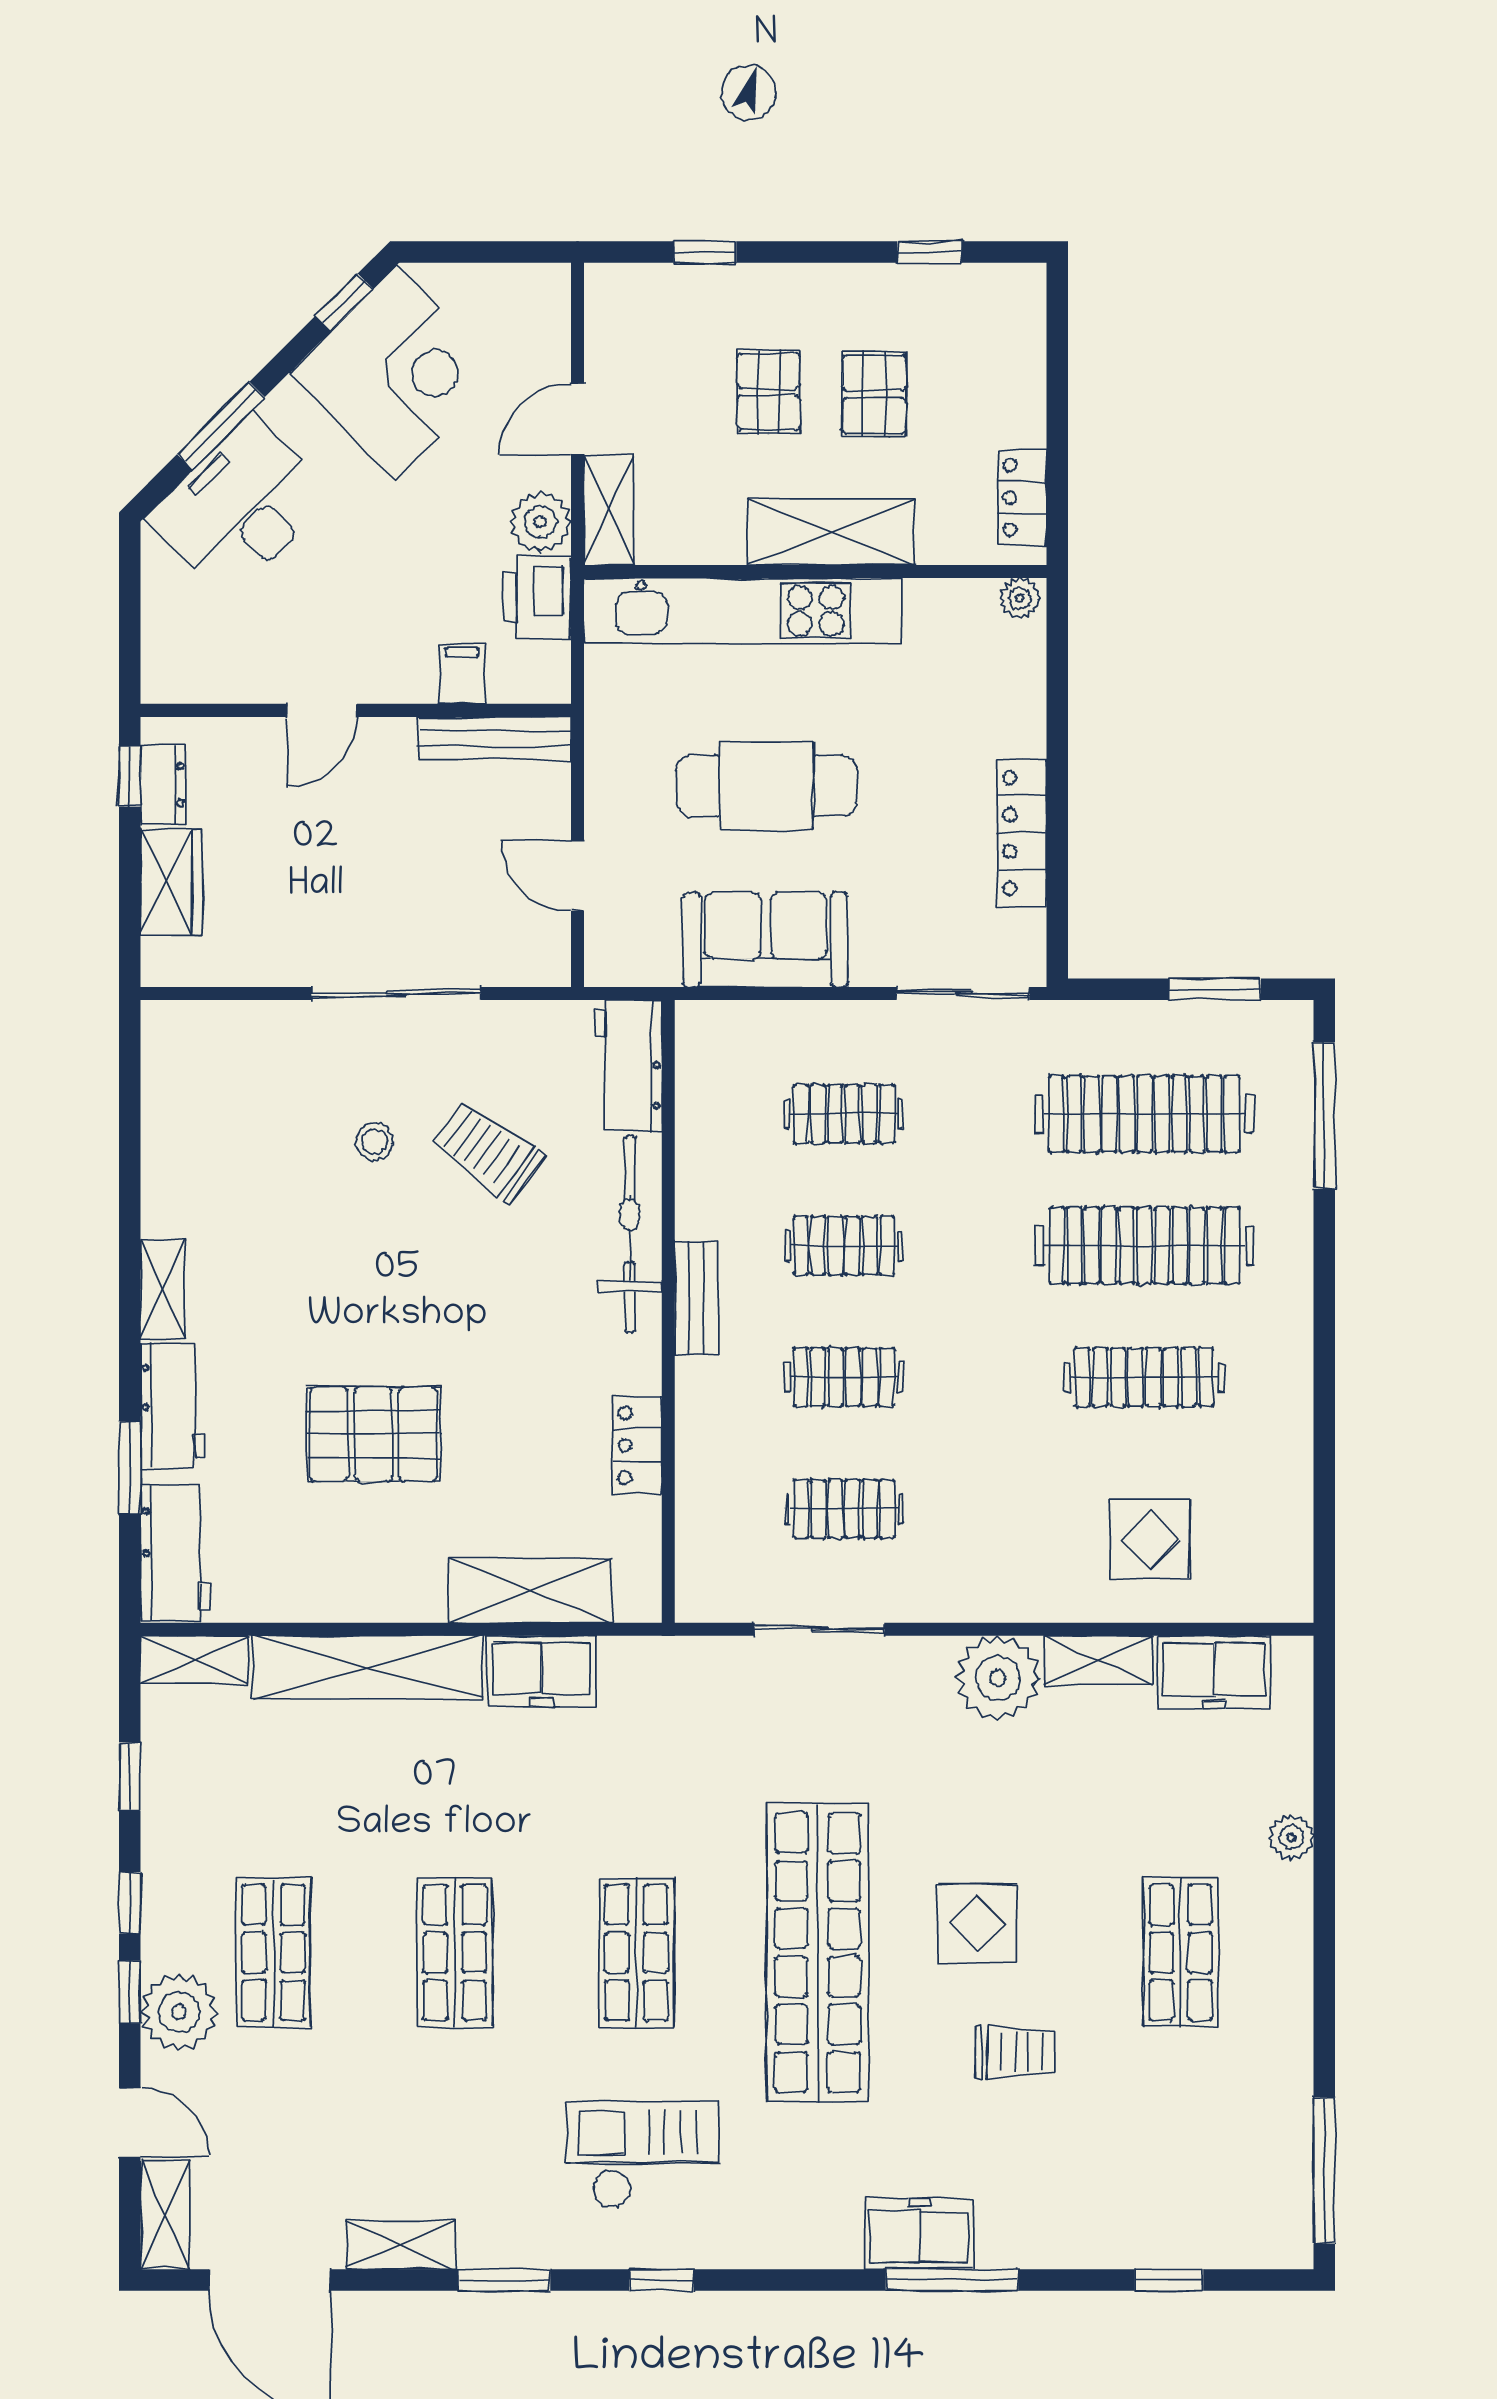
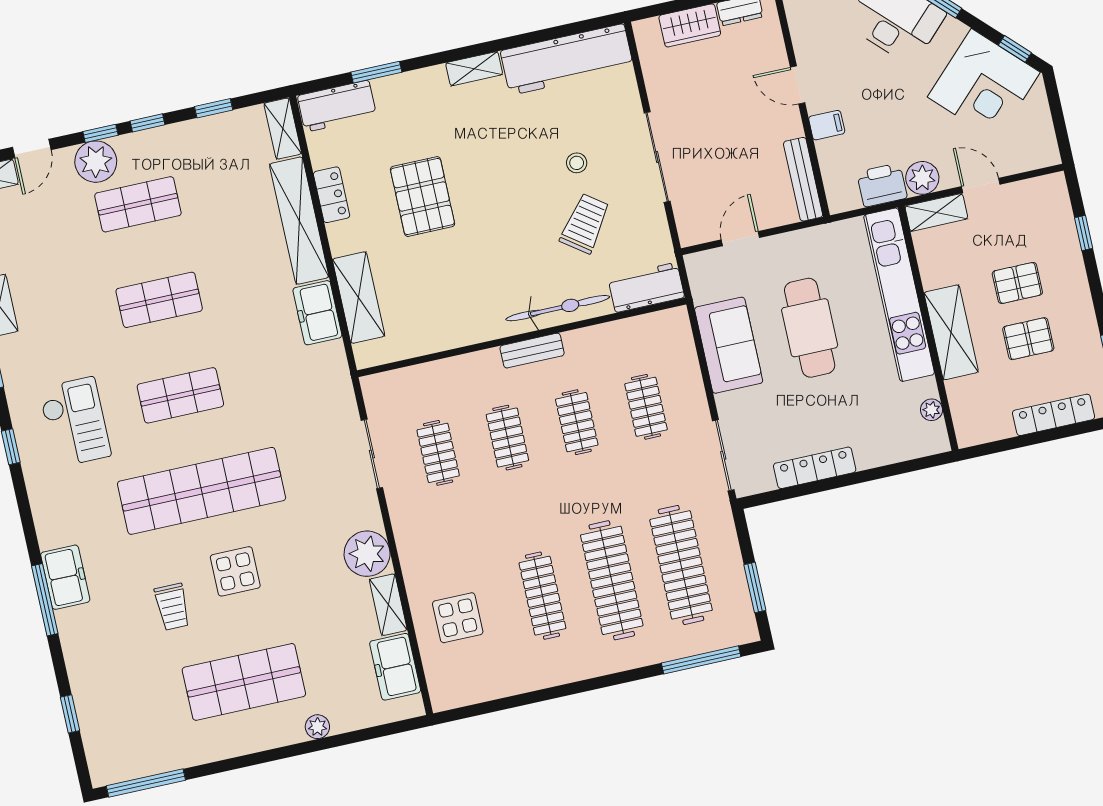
locker: (1022, 498) -> (1054, 415), moved, width x1.53
plant: (1020, 598) -> (932, 410), moved
filing cabinet: (462, 674) -> (827, 125), moved
workbench: (173, 1406) -> (567, 59), moved, width x1.88, depth x1.32
locker: (637, 1445) -> (332, 195), moved, turned 90
shop shelf: (1181, 1953) -> (244, 682), width x1.43, depth x1.36

